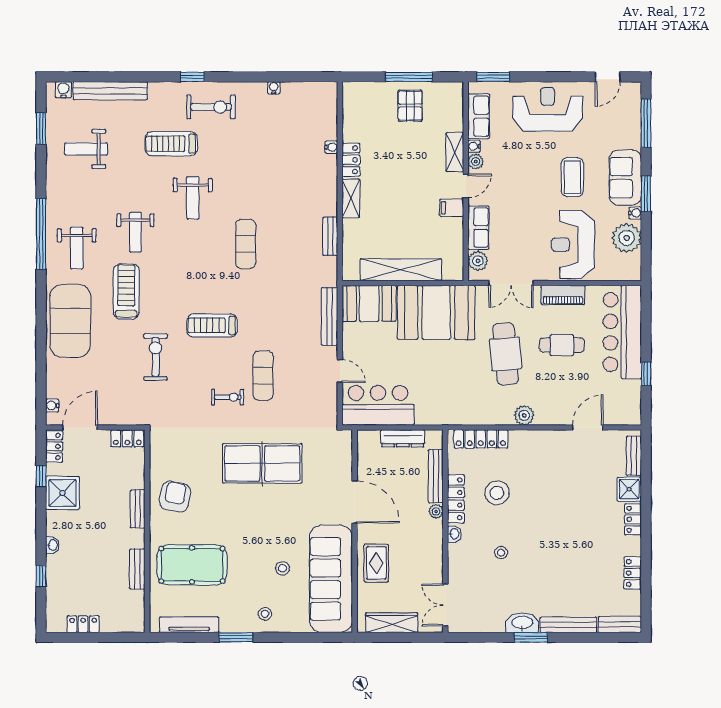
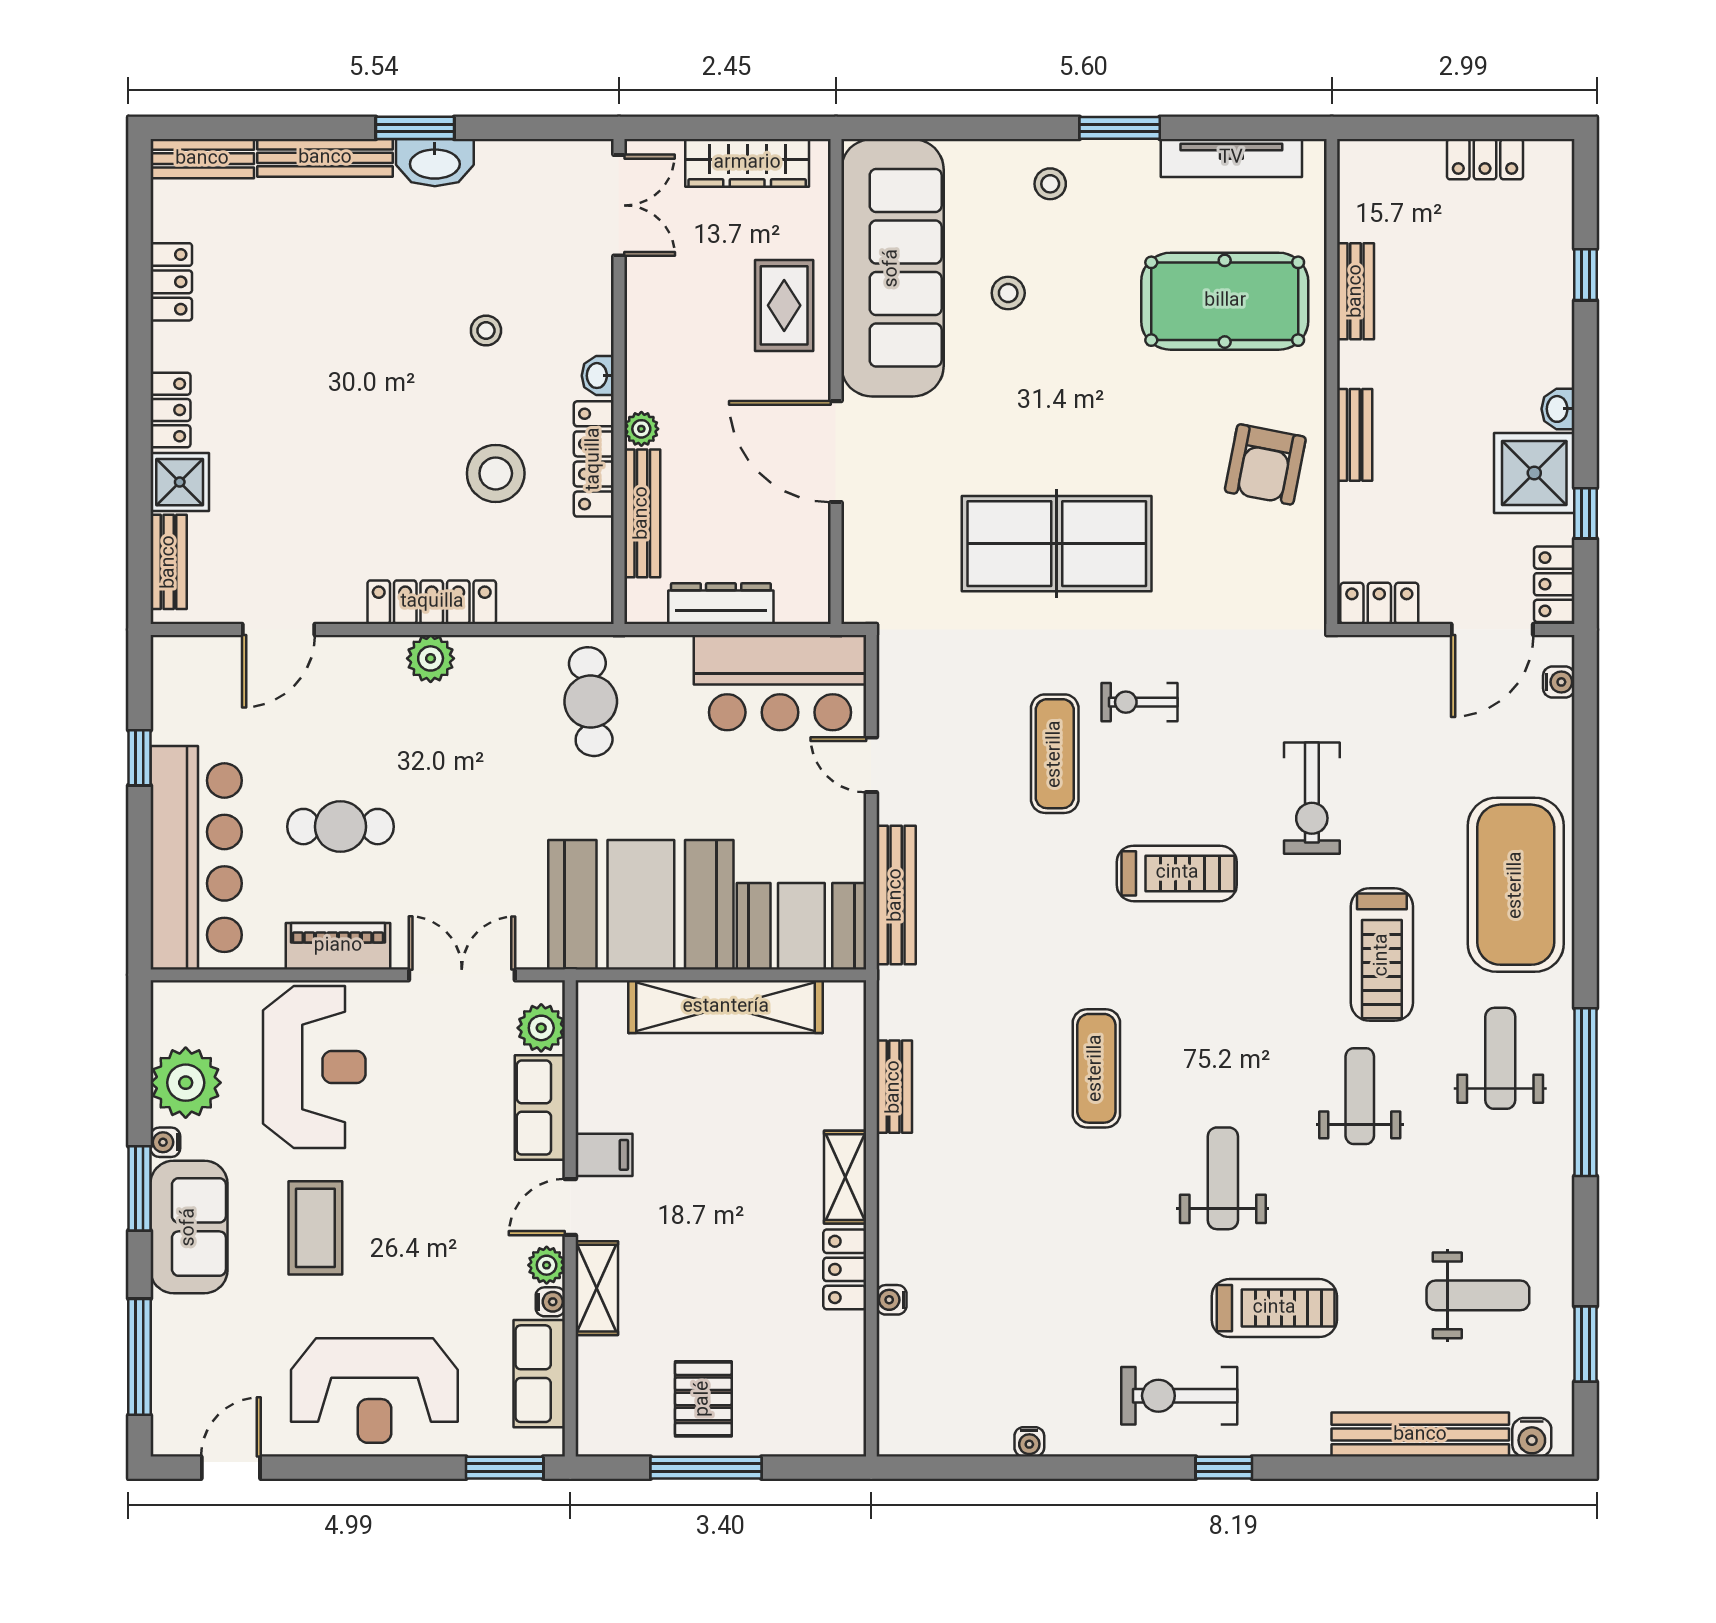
cafe table: (506, 354) -> (591, 702), moved, width x0.73, depth x0.74
locker: (481, 439) -> (432, 602), moved
washbasin: (53, 545) -> (1558, 409), moved

